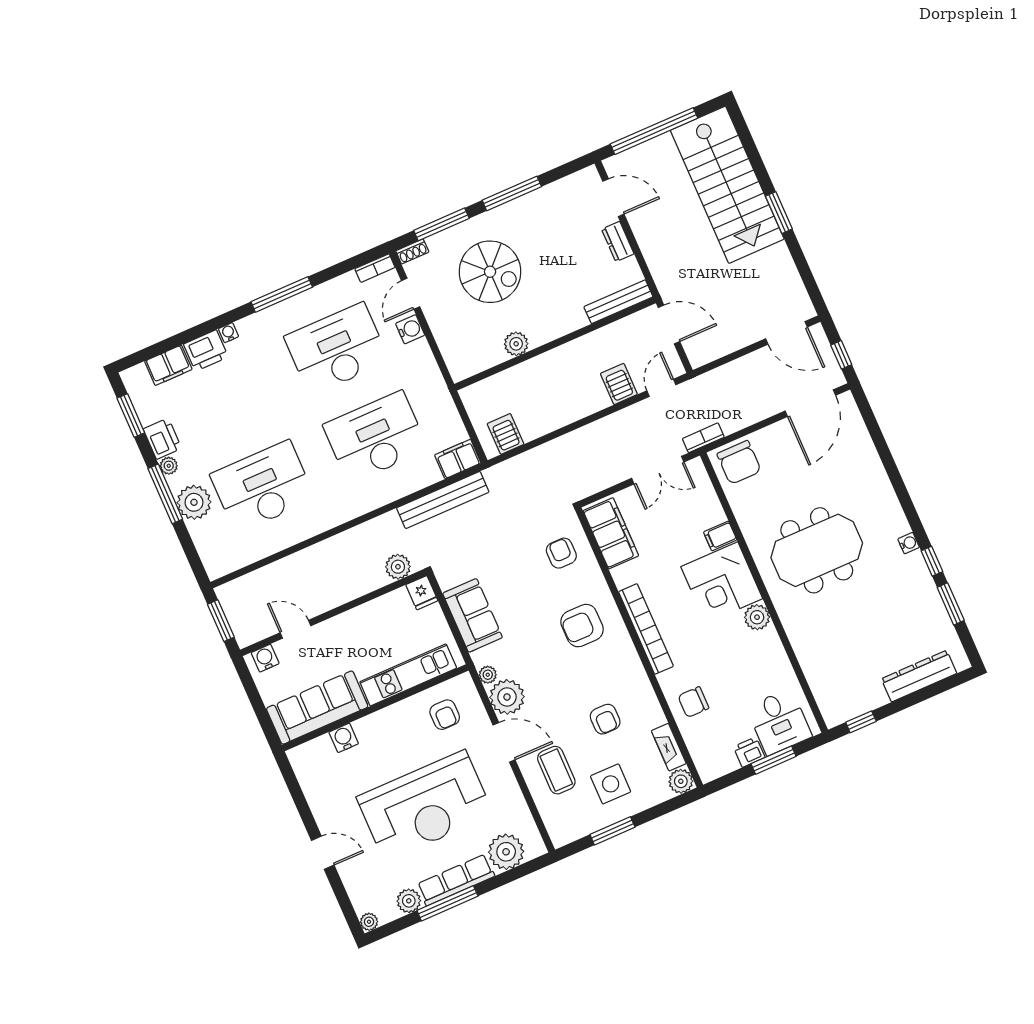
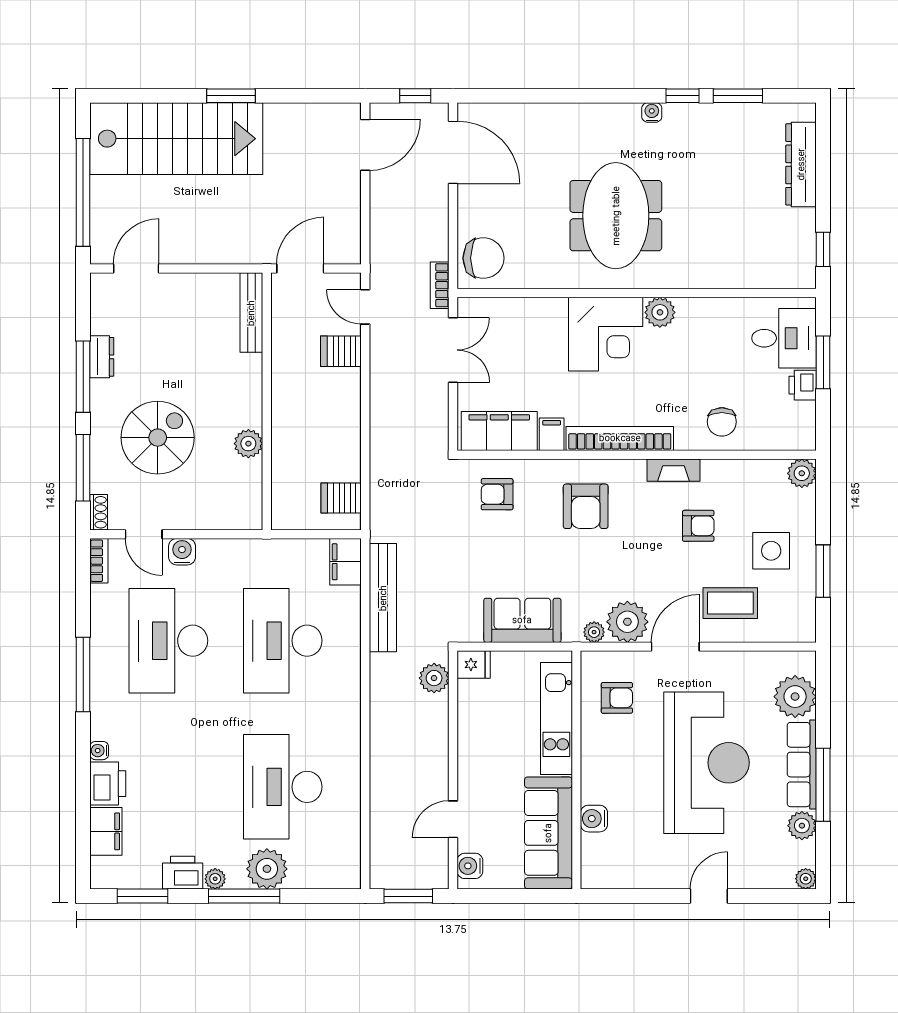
dresser: (618, 242) -> (102, 357), moved, turned -90
filing cabinet: (720, 536) -> (552, 434), moved, turned 180
fireplace: (669, 747) -> (673, 470), moved

